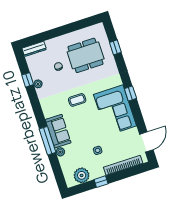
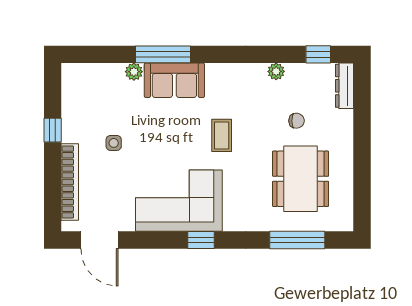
window: (115, 47) -> (297, 240), width x2.17
window: (28, 80) -> (318, 54), moved
plant: (82, 175) -> (76, 97), removed

